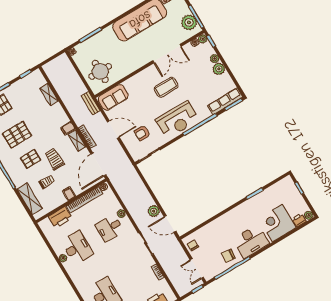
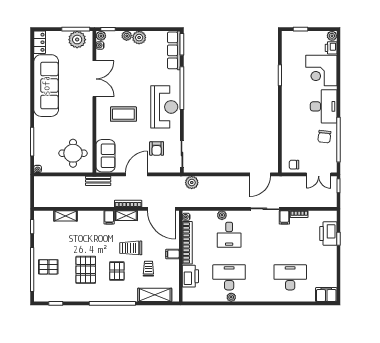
coffee table: (166, 87) -> (123, 114), moved, turned 90
plant: (154, 211) -> (192, 182), moved
filing cabinet: (148, 262) -> (284, 217), added

